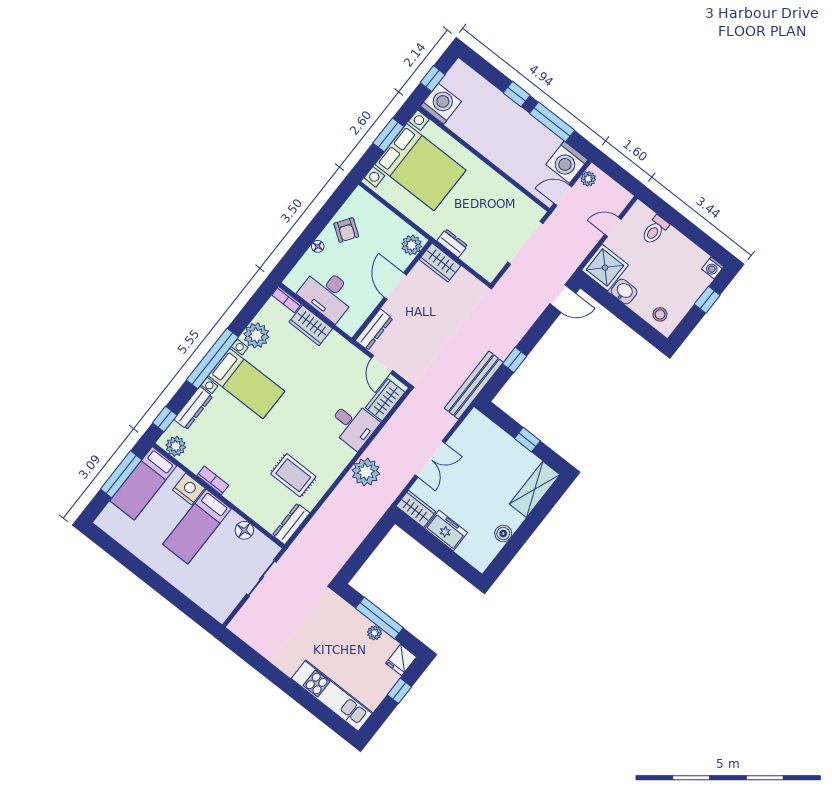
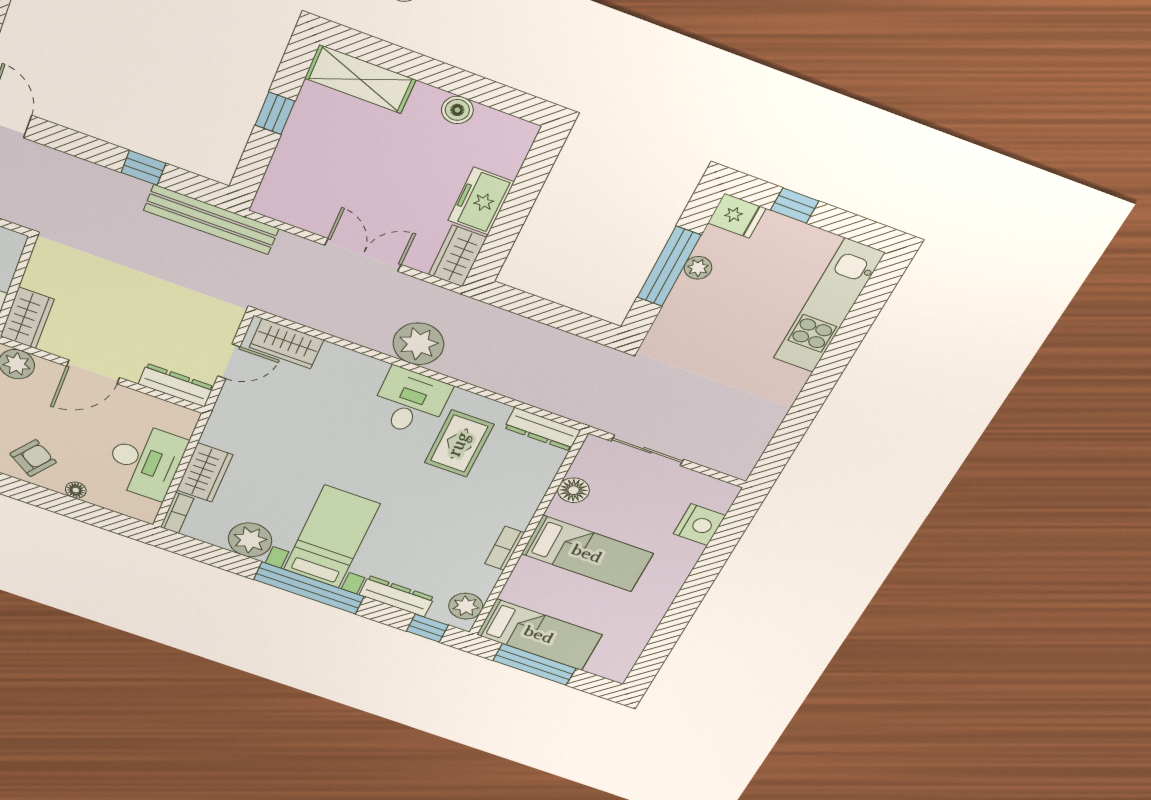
desk: (353, 425) -> (410, 402), moved
nightstand: (189, 489) -> (699, 525), moved, turned 180

